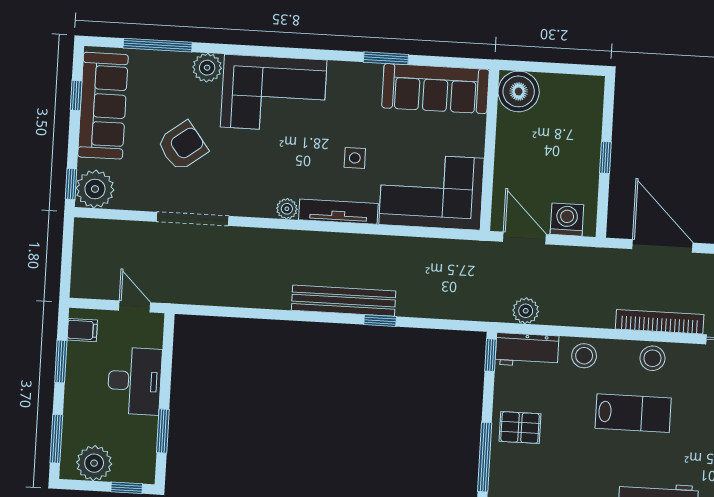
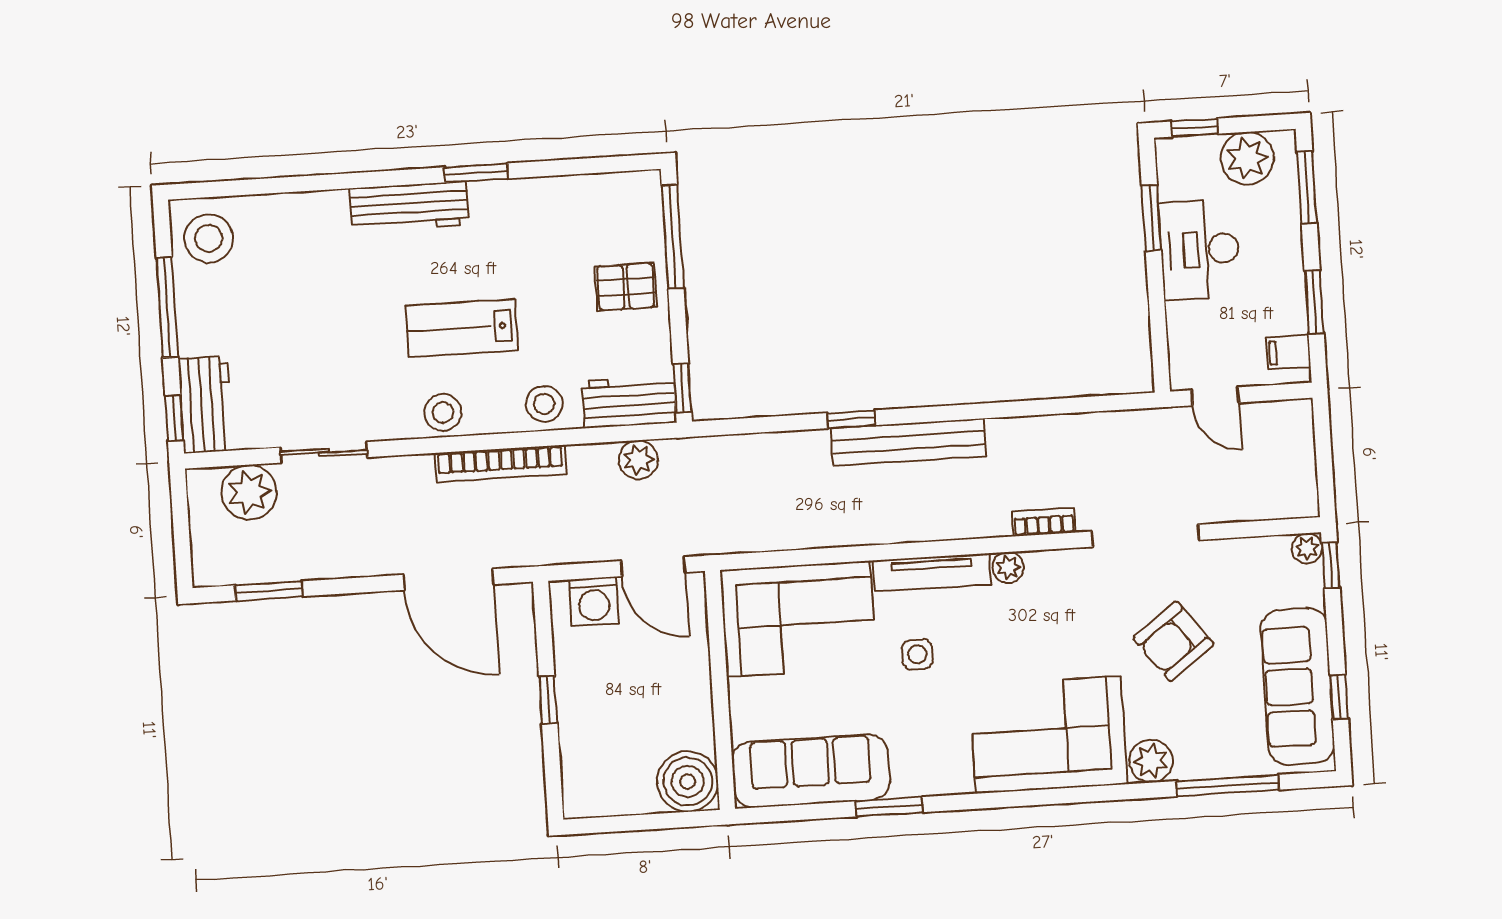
plant: (95, 189) -> (1307, 548), width x0.53, depth x0.53
bookcase: (259, 236) -> (1044, 522), added
bookcase: (660, 322) -> (500, 464), moved
desk: (135, 381) -> (1200, 249), moved

